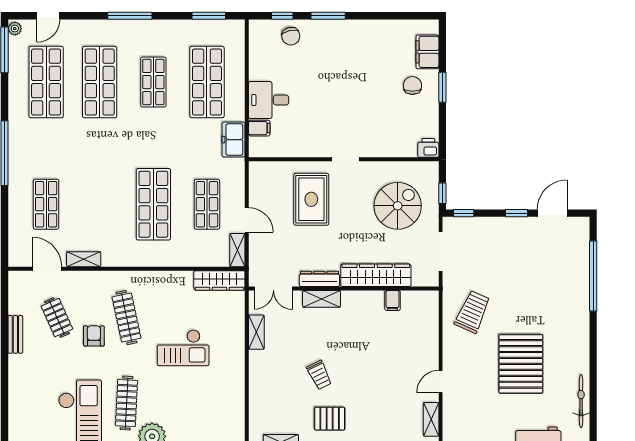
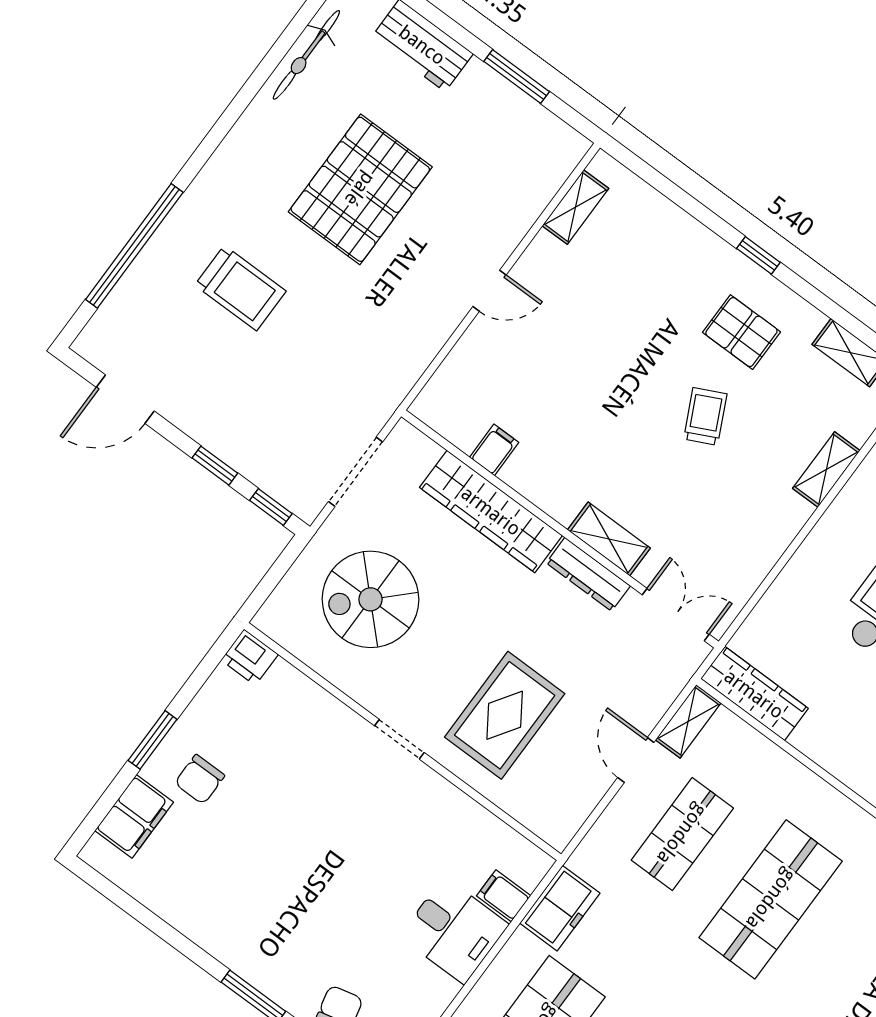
window: (442, 193) -> (282, 565), removed
window: (517, 213) -> (215, 466), moved
trolley: (472, 312) -> (240, 288), moved, turned -114
shelving: (256, 332) -> (826, 469), moved
door: (441, 381) -> (489, 291), moved

